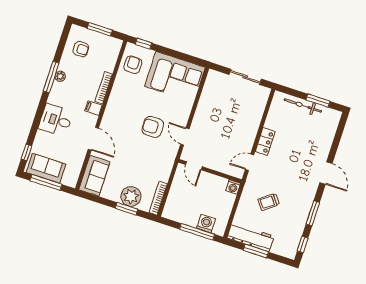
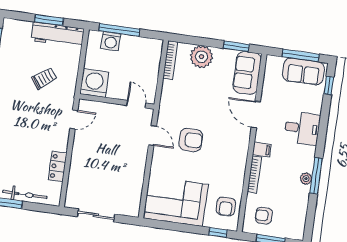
armchair: (81, 49) -> (264, 216), moved
locker: (265, 142) -> (58, 166), moved
washing machine: (233, 187) -> (94, 83), width x1.89, depth x1.89
window: (126, 209) -> (236, 46), moved

